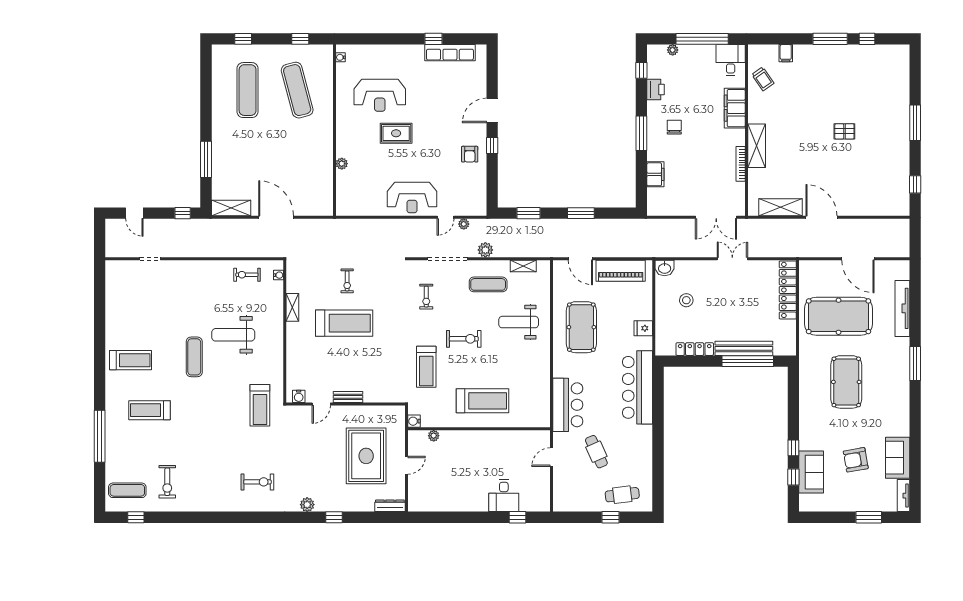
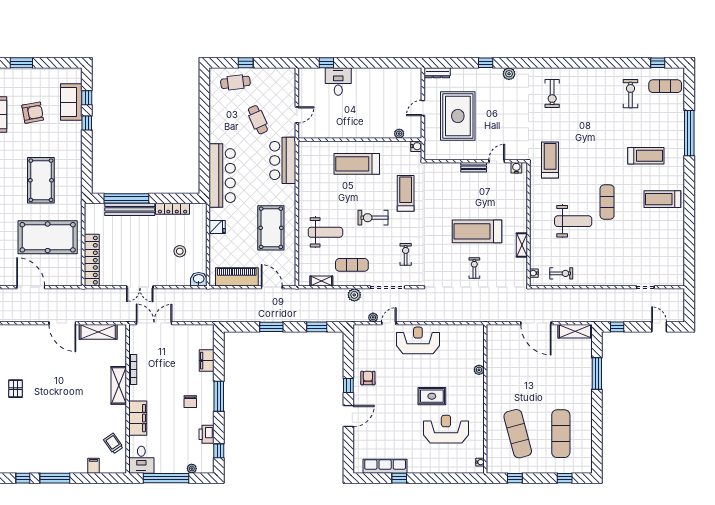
pallet: (844, 131) -> (16, 389), moved, turned 90
exercise bike: (257, 482) -> (552, 93), turned -90

